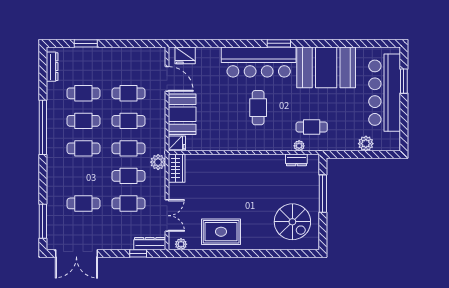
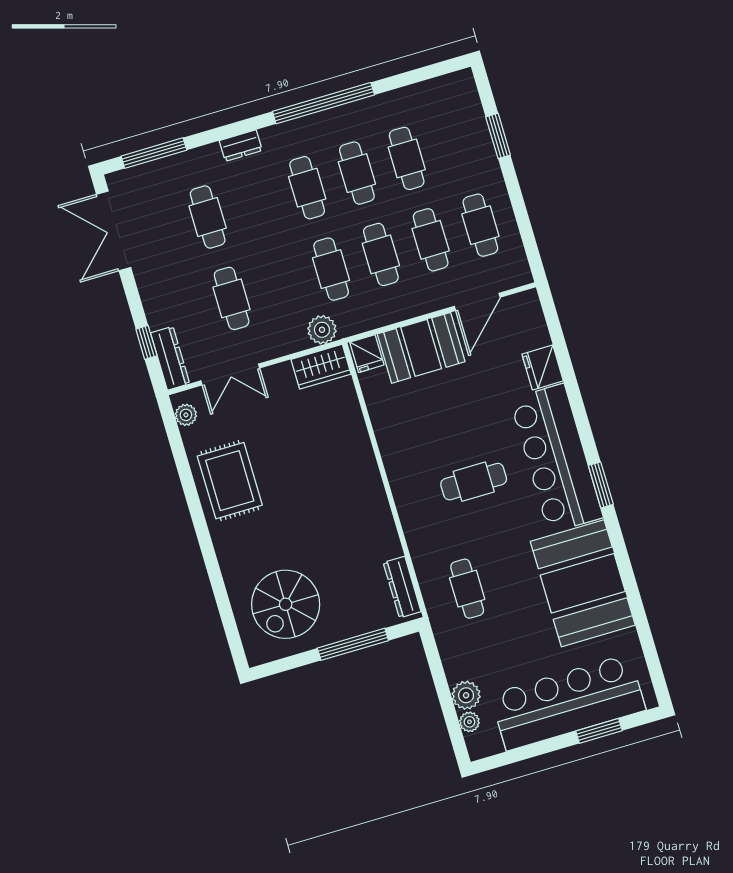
fridge: (185, 55) -> (543, 367), moved
dresser: (52, 67) -> (241, 146), moved, width x0.70
plant: (299, 146) -> (469, 722), moved
dresser: (296, 160) -> (402, 587), width x1.44
cafe table: (128, 176) -> (480, 225), moved

